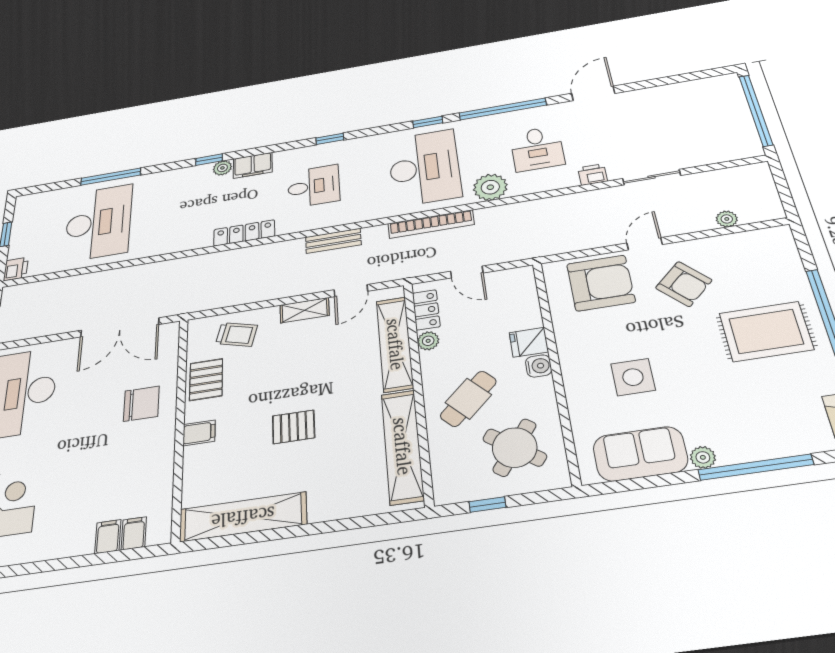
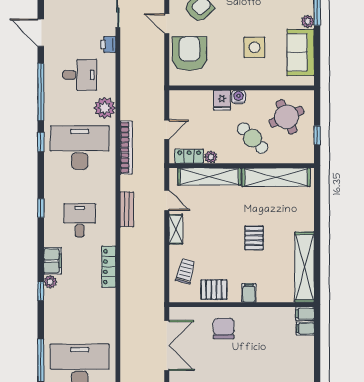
round table: (515, 447) -> (287, 117), turned 30
filing cabinet: (108, 537) -> (305, 314), moved

